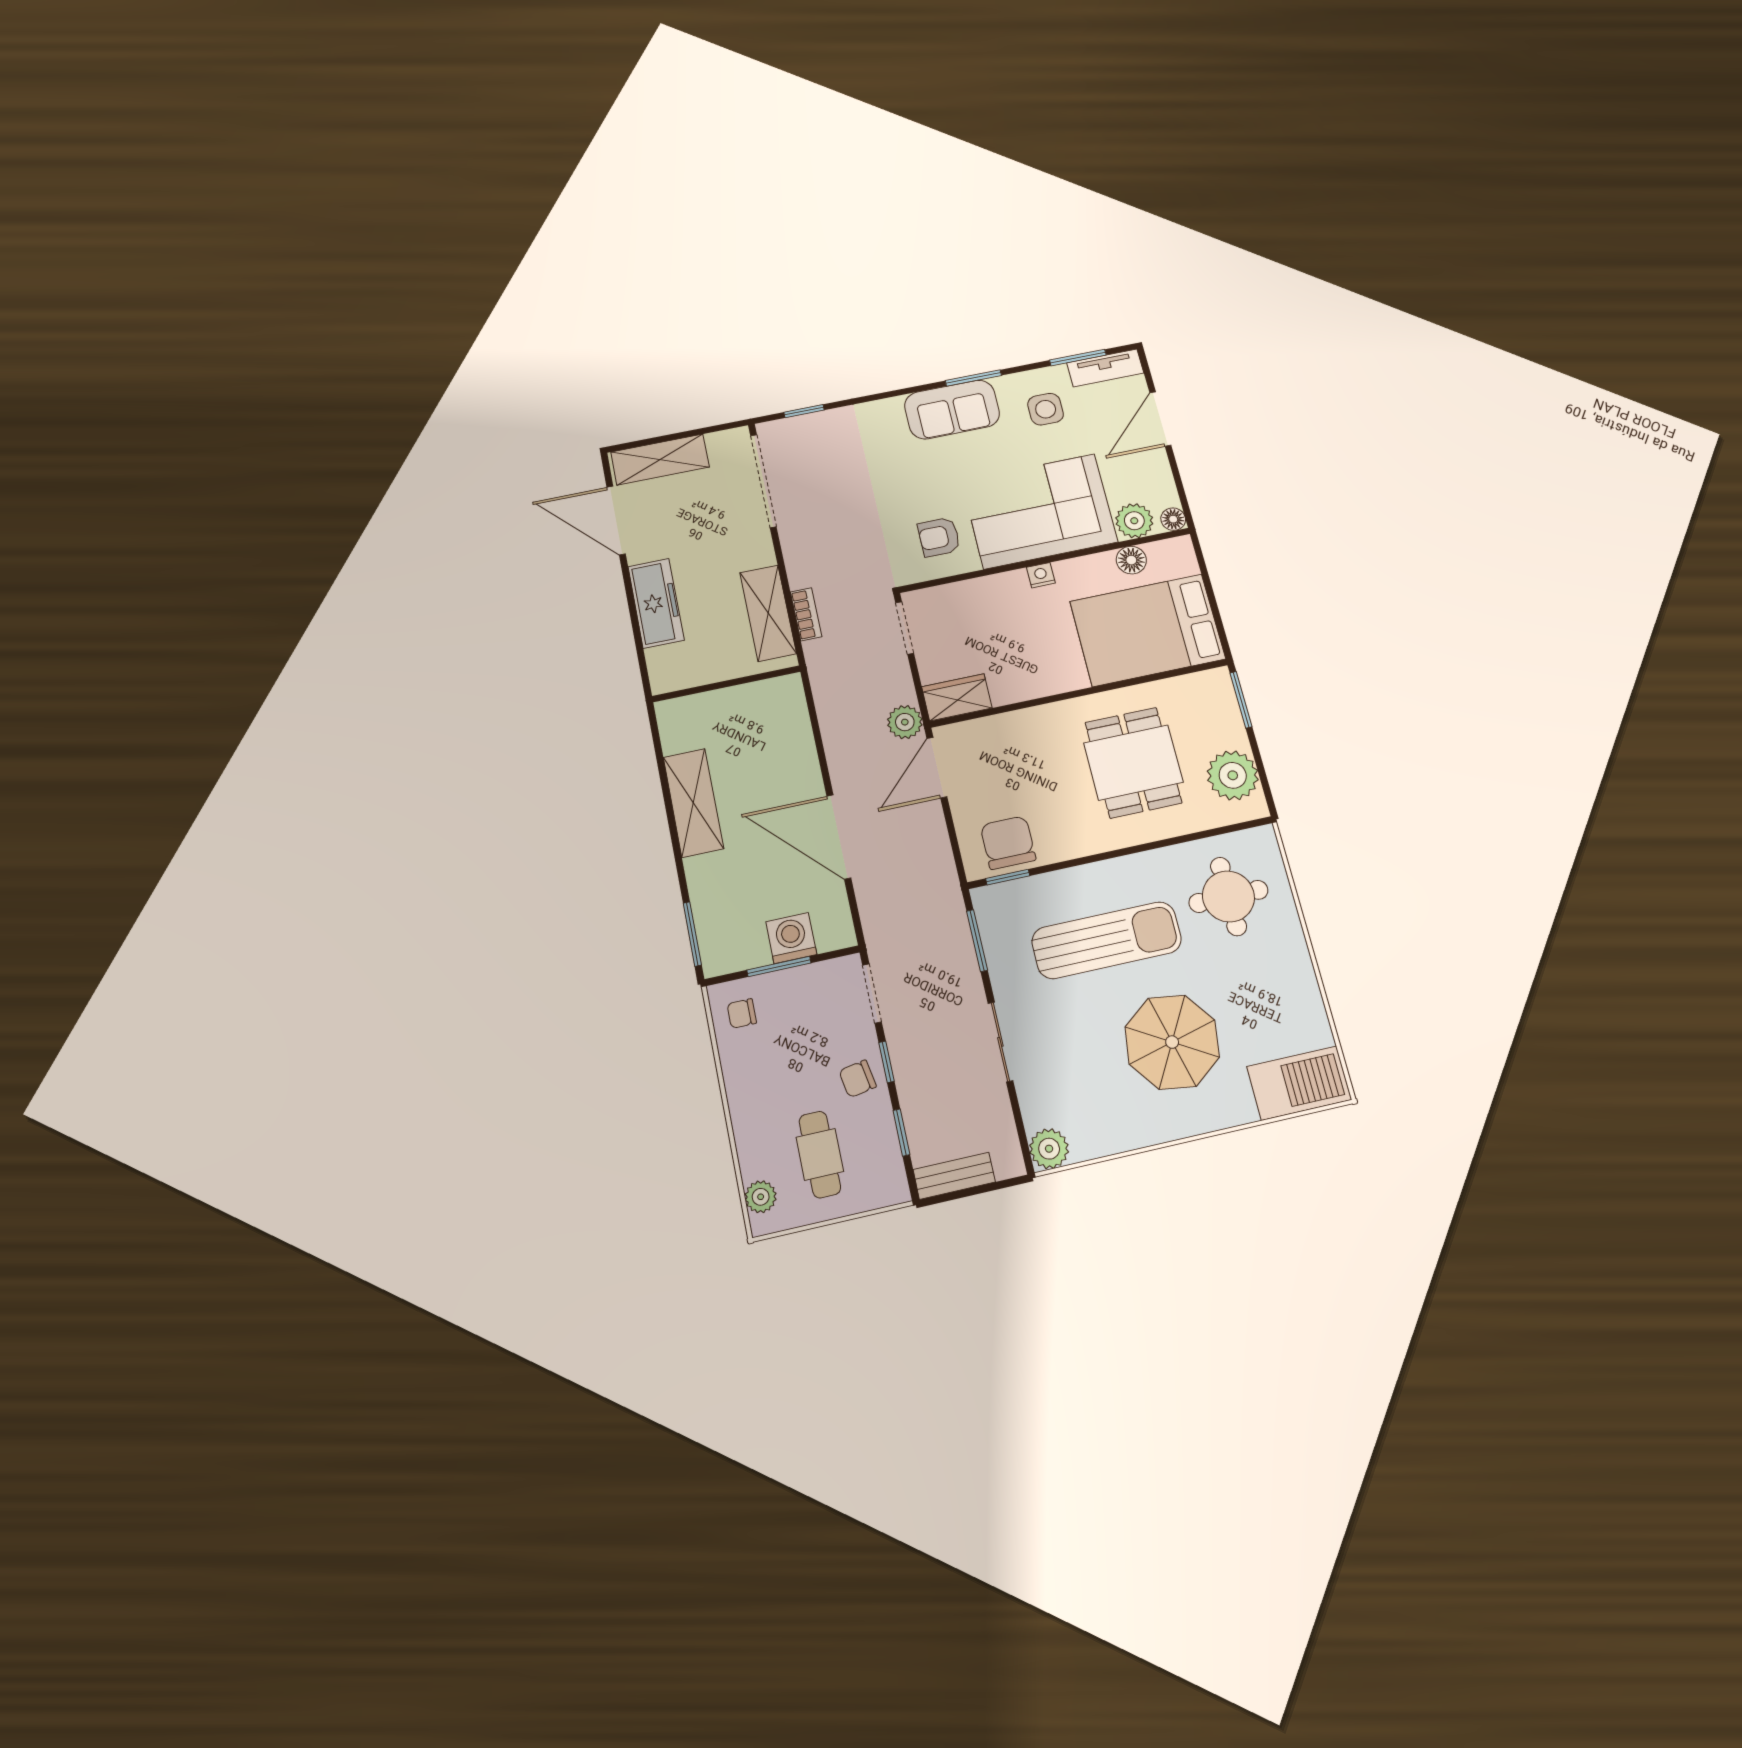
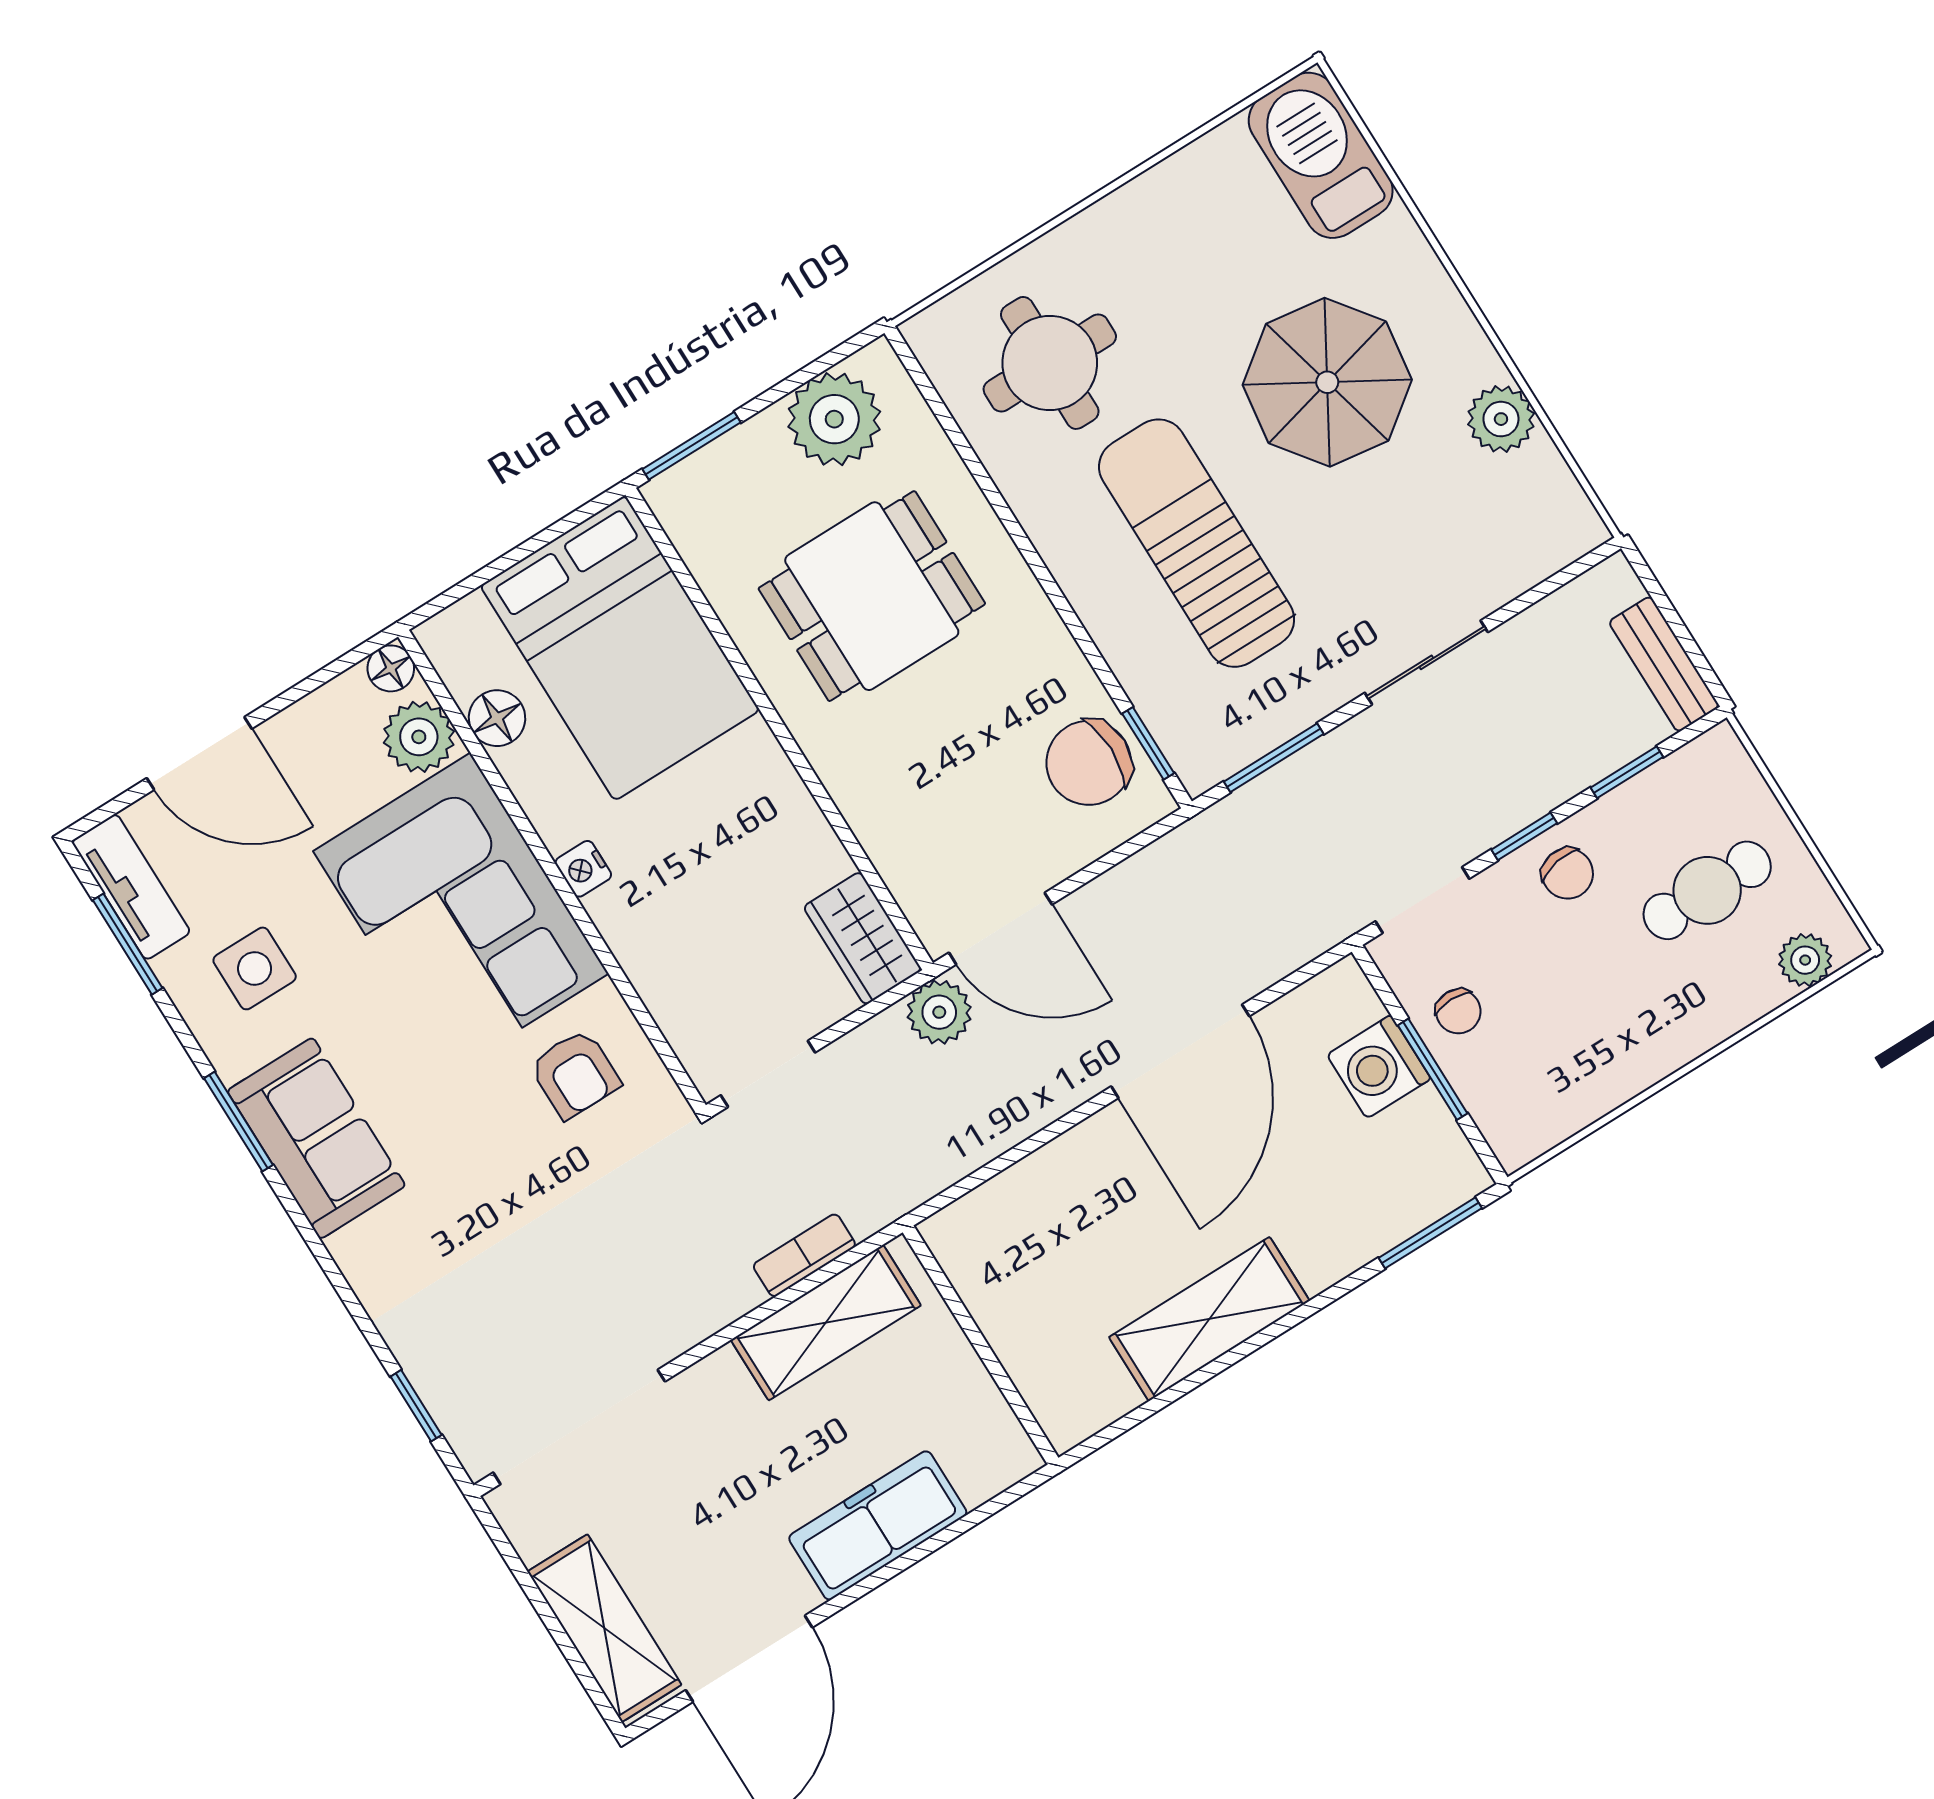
chair: (742, 1013) -> (1458, 1011), moved
plant: (1049, 1149) -> (1501, 419), moved

